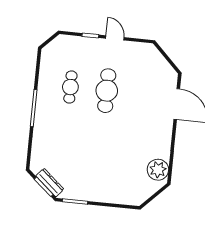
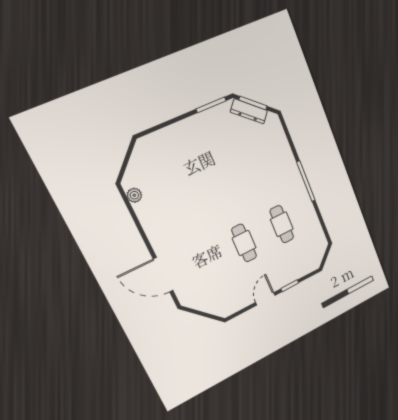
door: (115, 38) -> (265, 299), swing flipped
cafe table: (107, 91) -> (244, 243), width x0.73, depth x0.74
plant: (158, 170) -> (134, 195), width x0.53, depth x0.53

